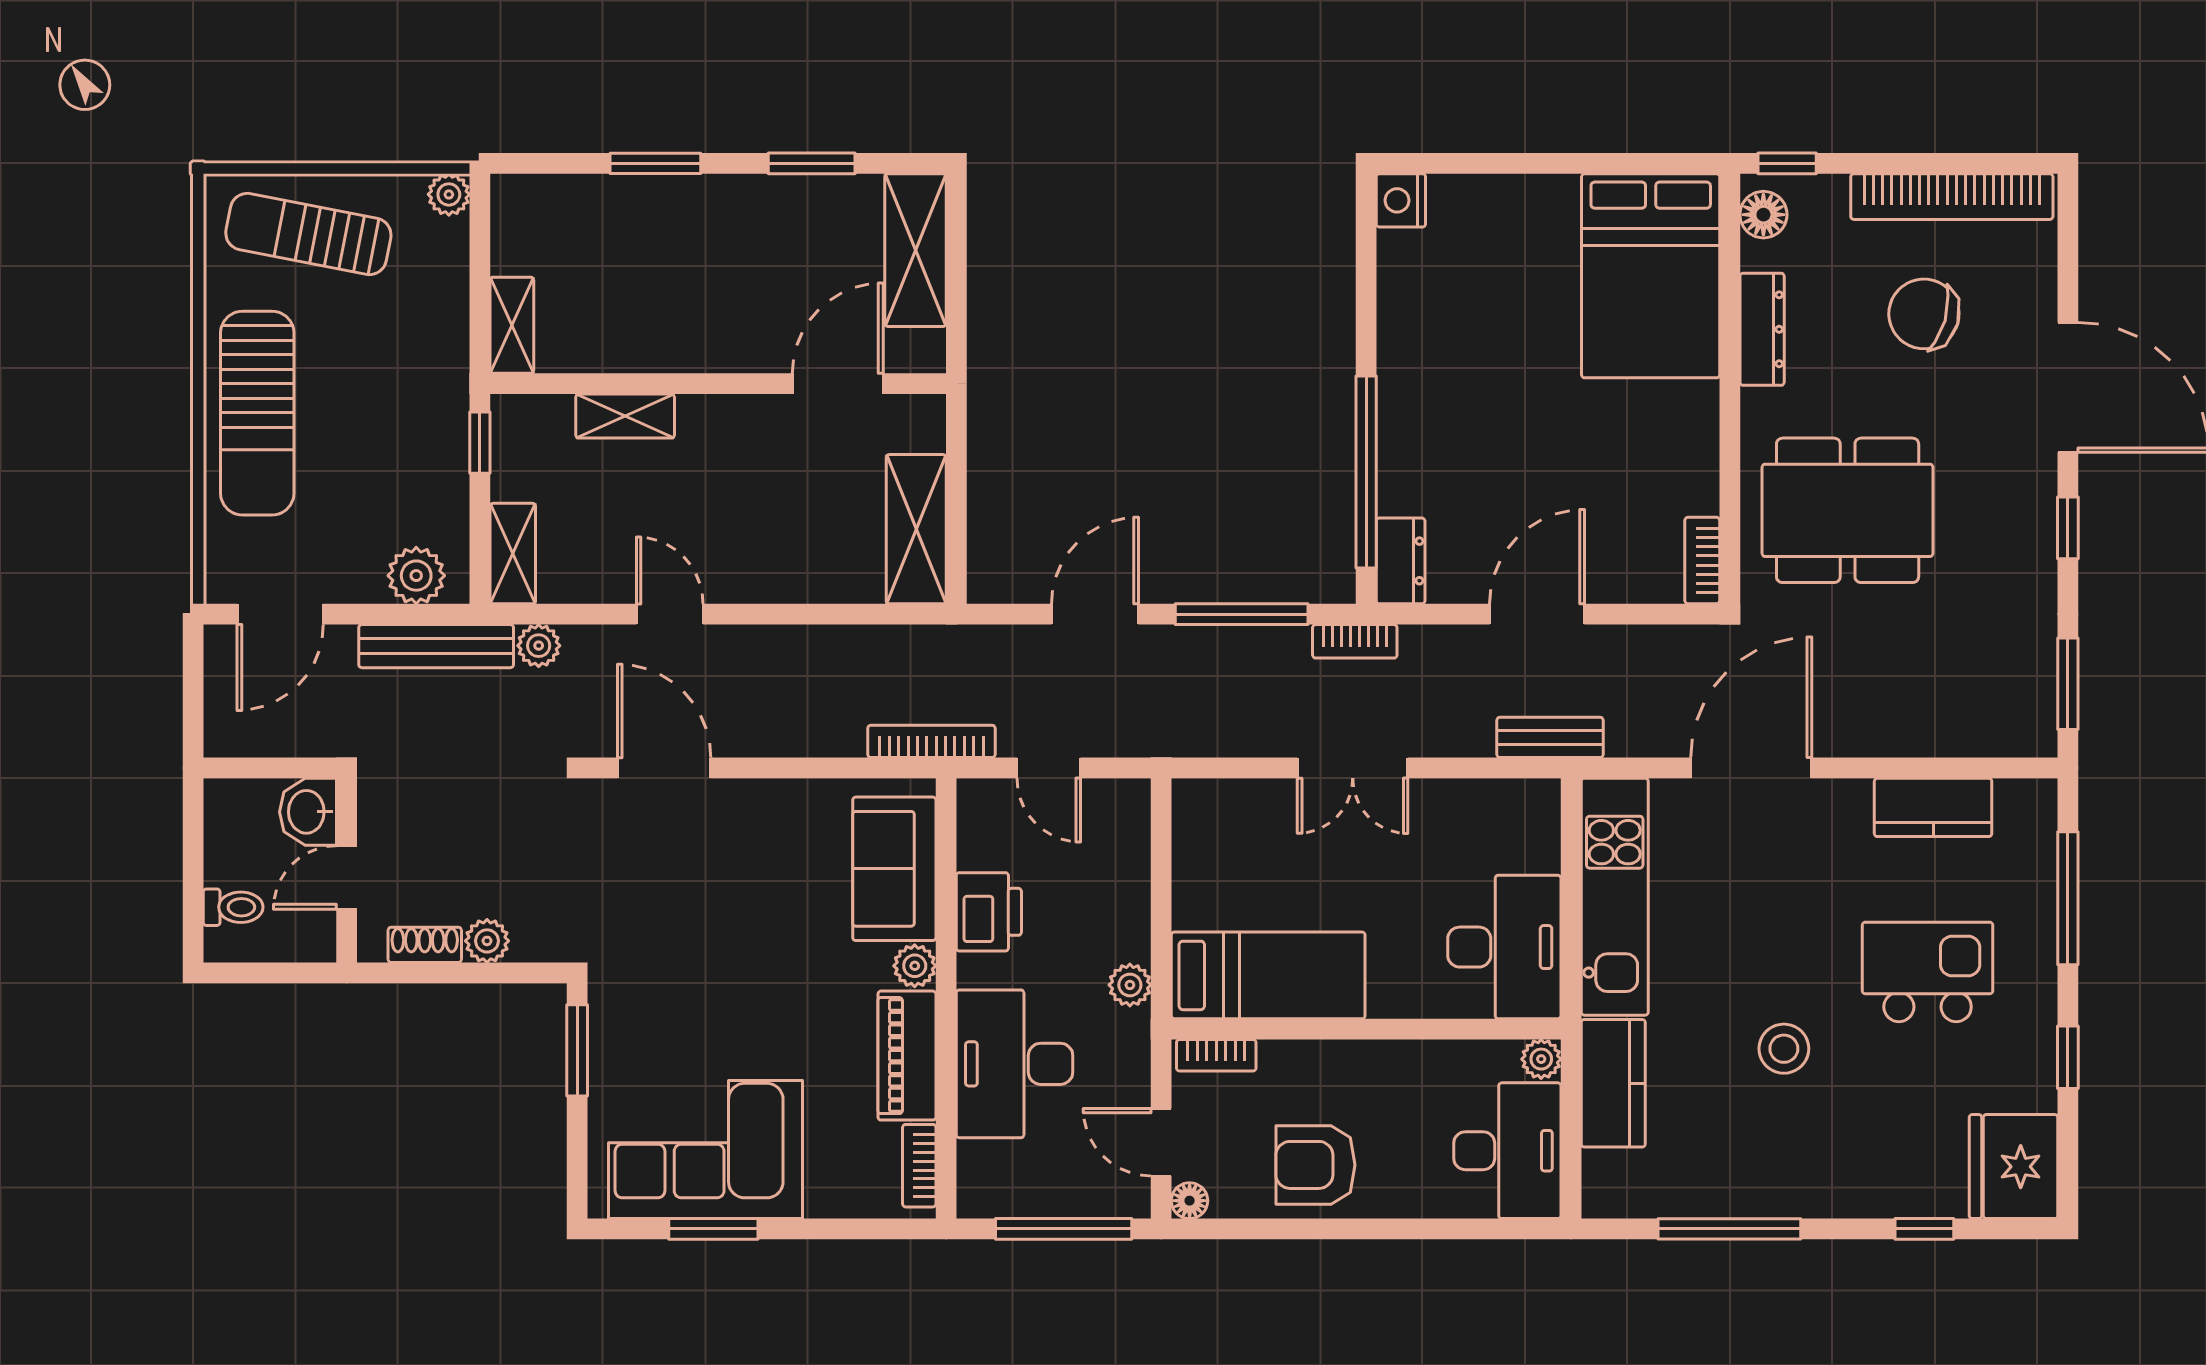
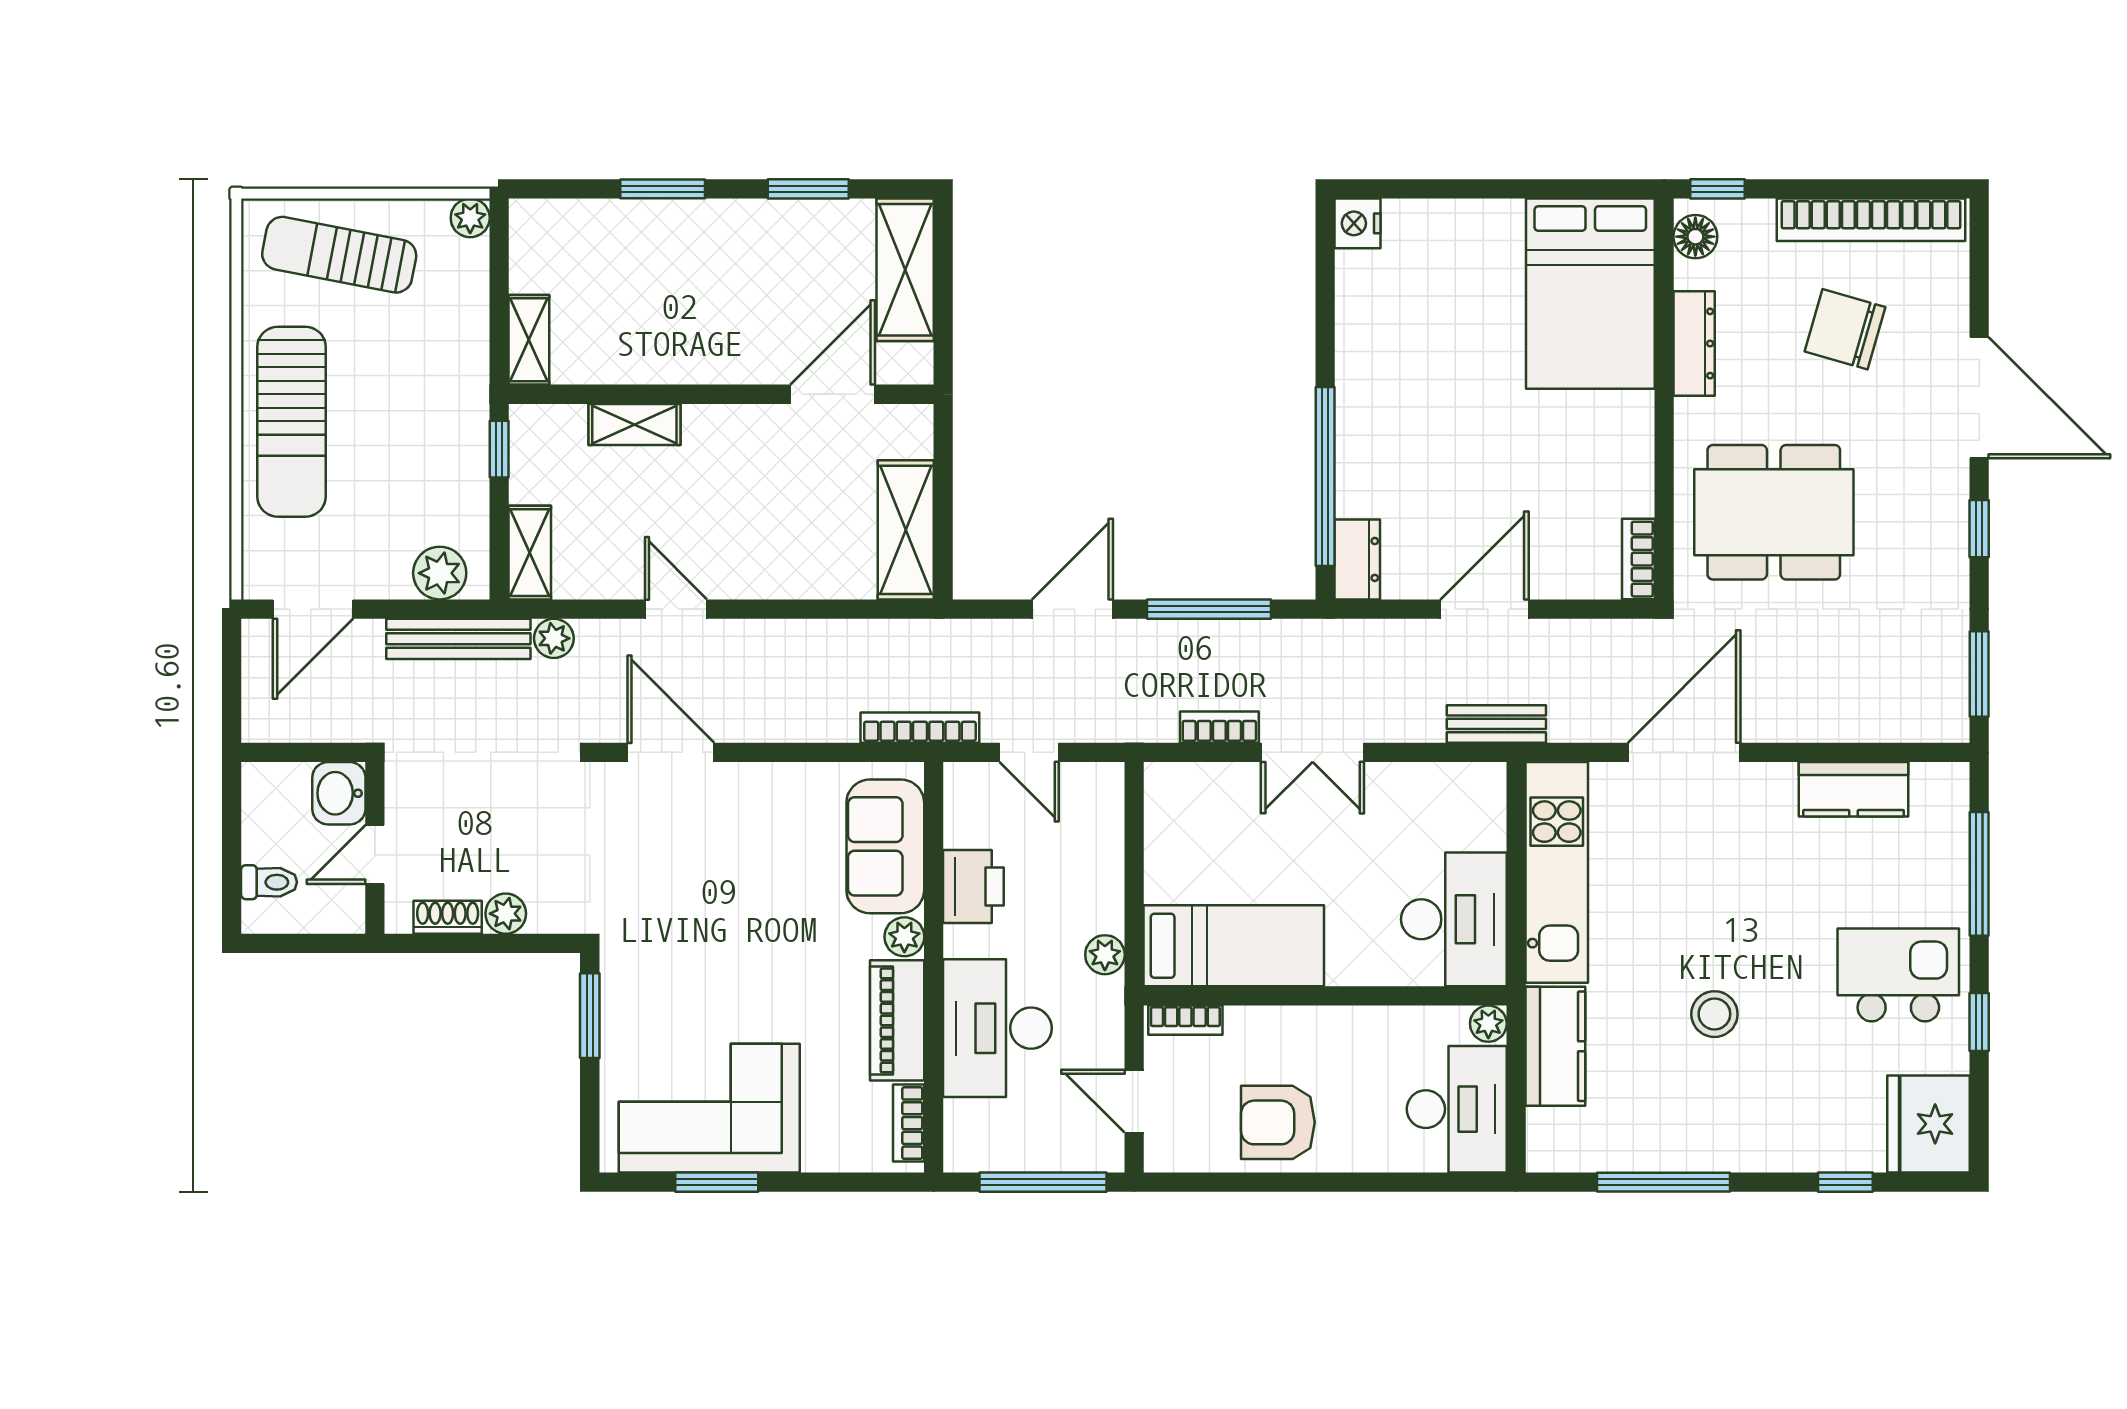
bookcase: (1355, 641) -> (1219, 727), moved, turned 180
kitchen island: (1928, 972) -> (1898, 975), moved
floor lamp: (1190, 1201) -> (1160, 1156), removed

